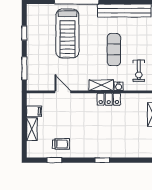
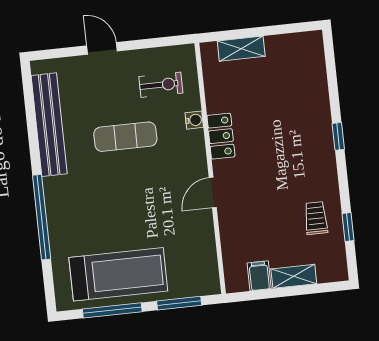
window: (24, 33) -> (112, 310), width x2.17
treadmill: (67, 34) -> (118, 274), moved
shelving: (101, 85) -> (196, 153), removed
door: (63, 92) -> (213, 193), moved

